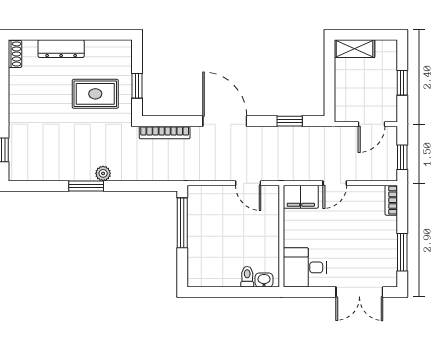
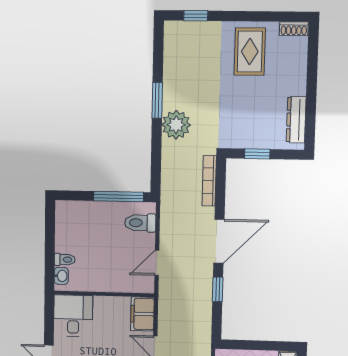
dresser: (61, 49) -> (296, 120), moved
rug: (95, 94) -> (250, 52), moved
window: (290, 121) -> (218, 289), moved
plant: (103, 173) -> (176, 125), width x1.87, depth x1.87
toilet: (208, 201) -> (140, 223), added

